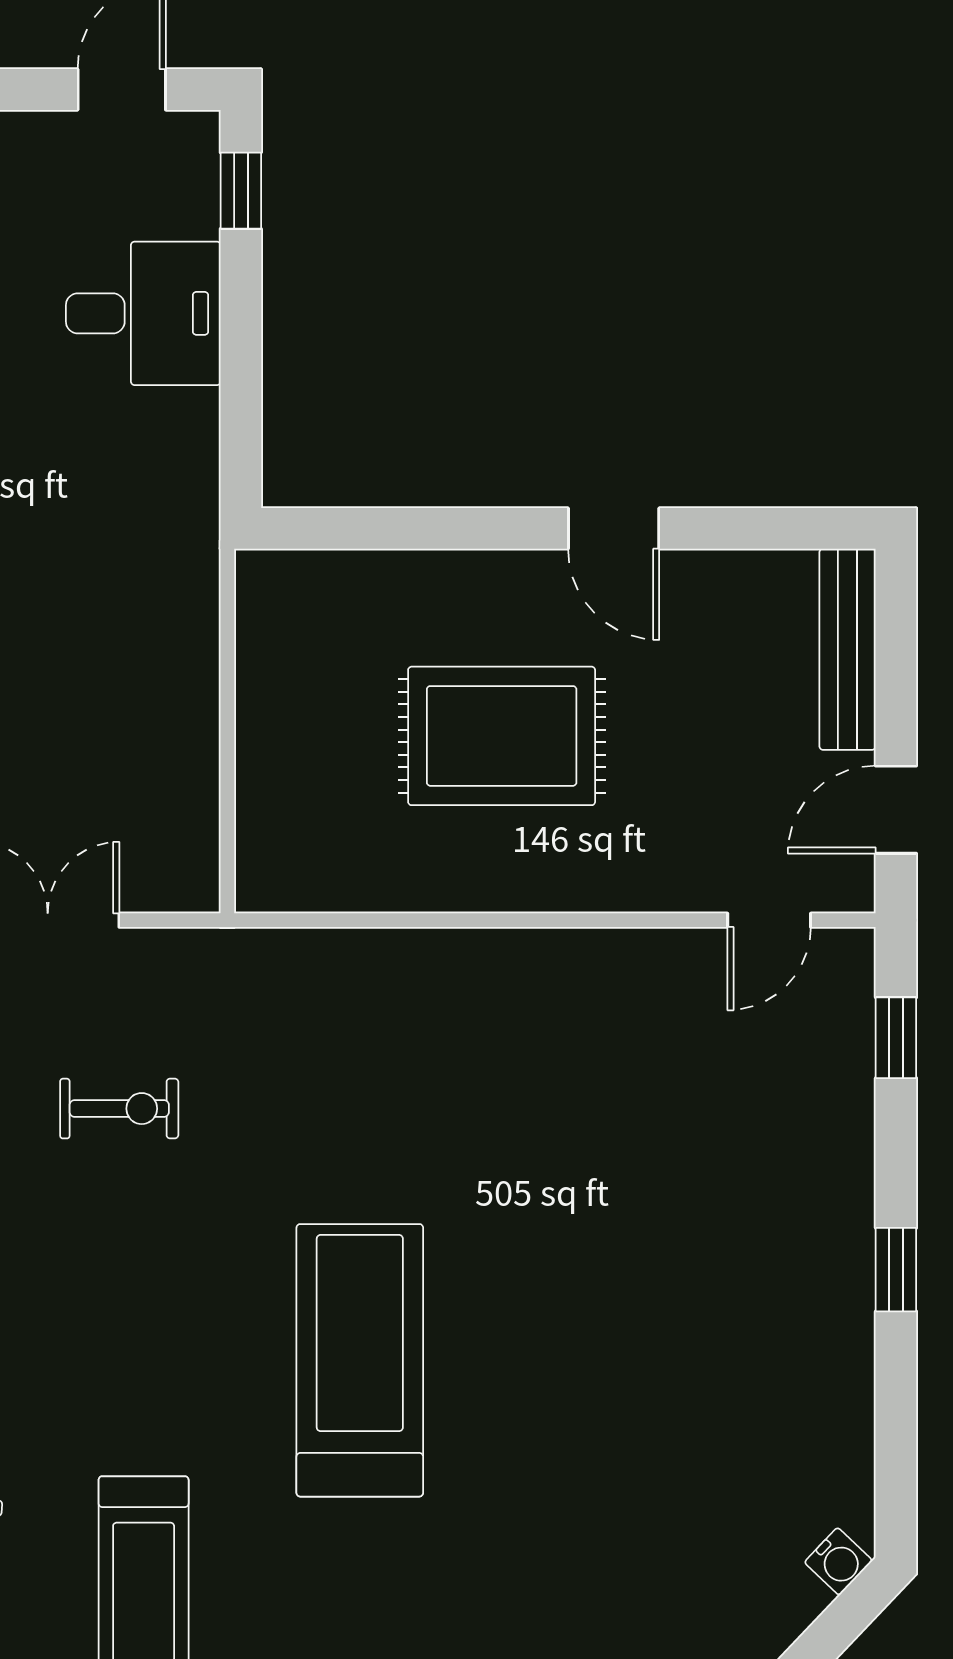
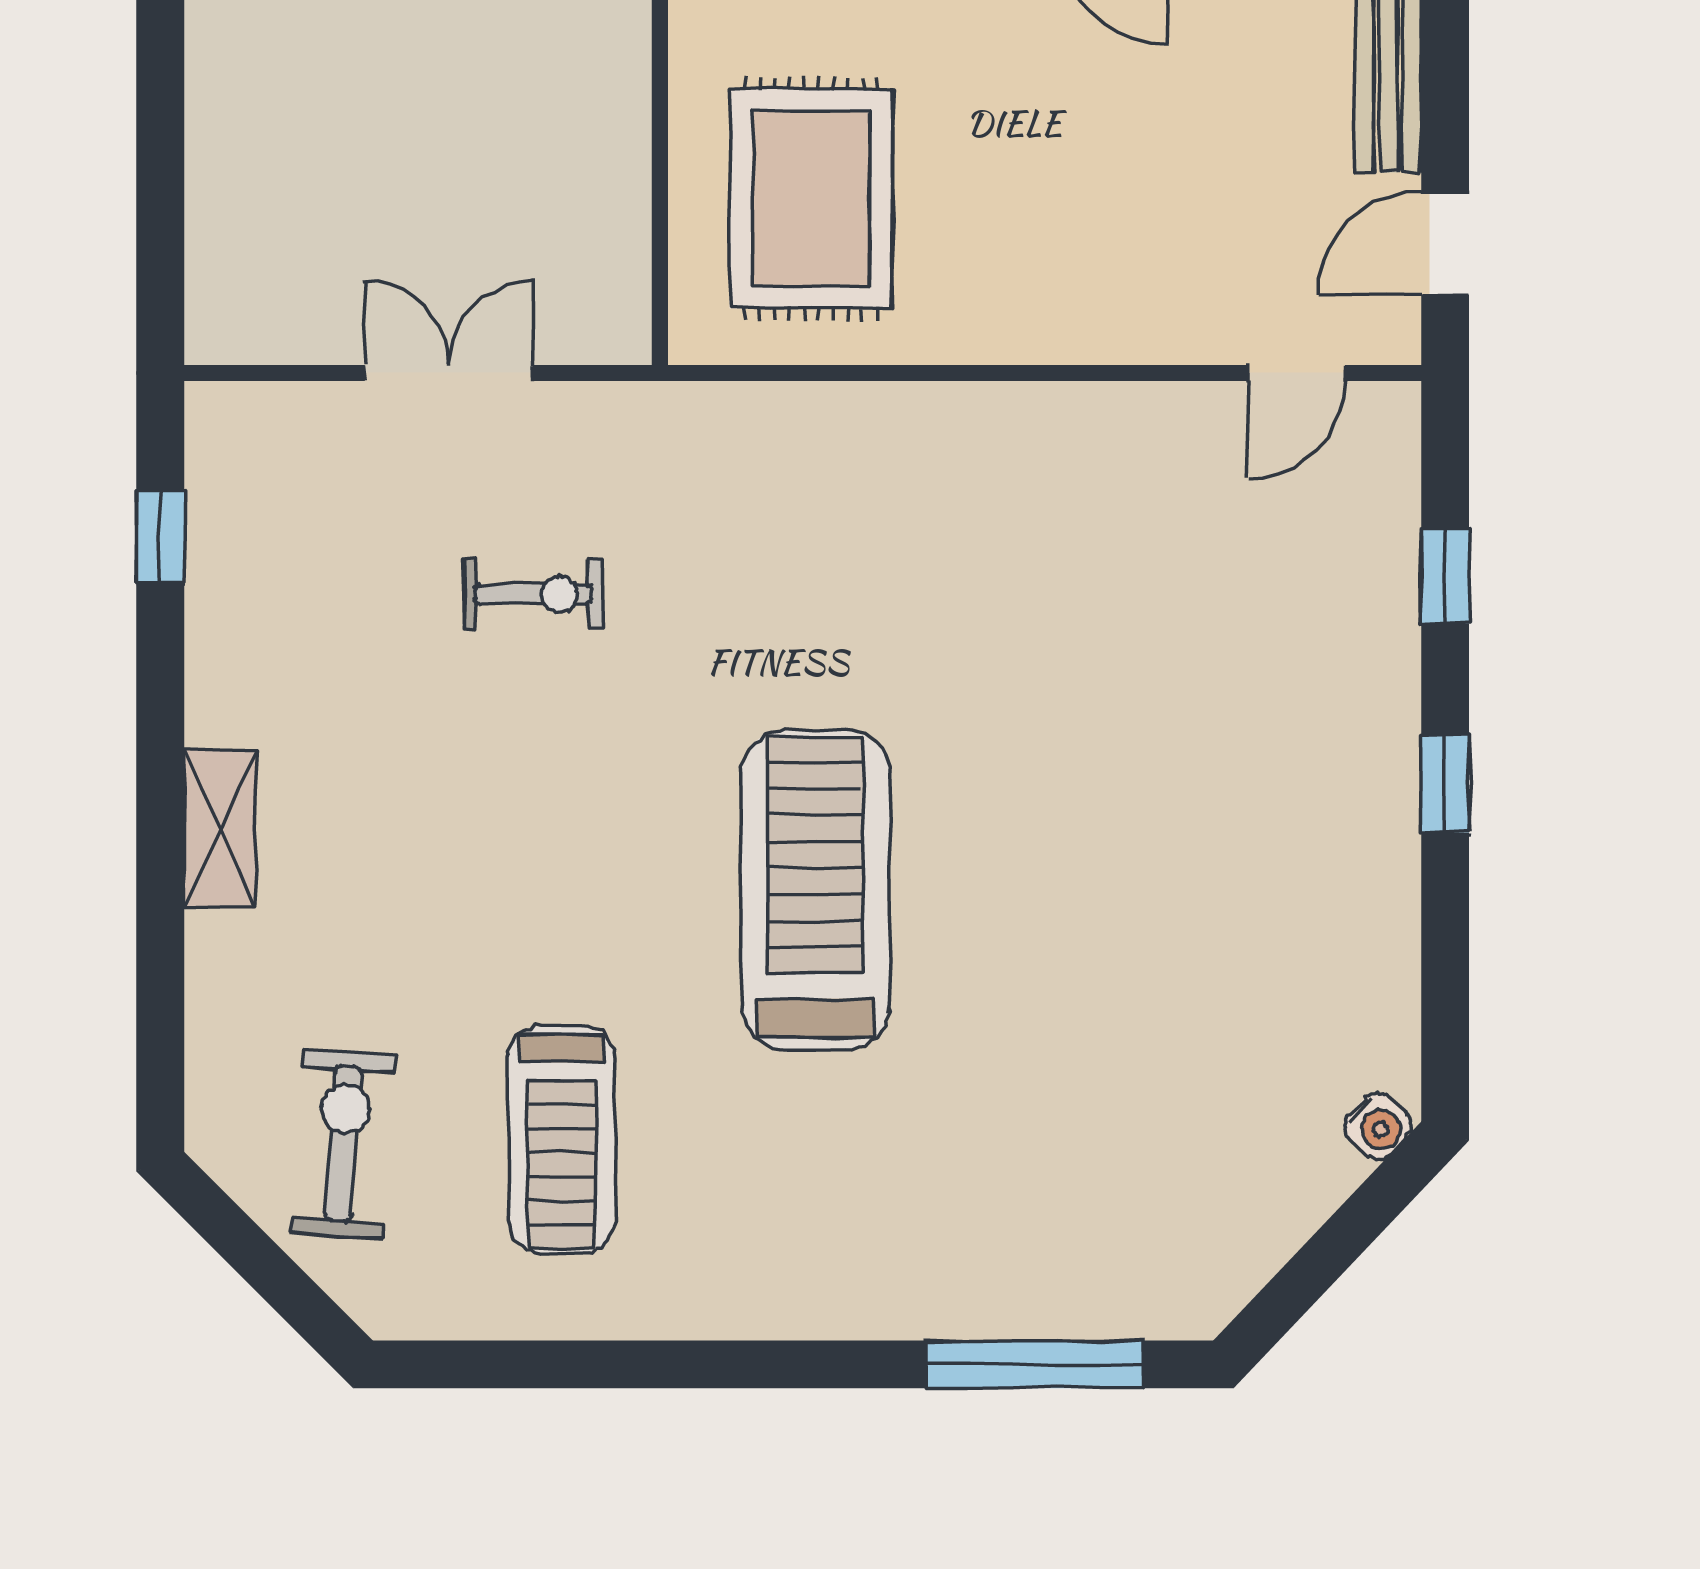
rug: (502, 736) -> (811, 199), moved, turned 90
window: (896, 1038) -> (1445, 576), moved

